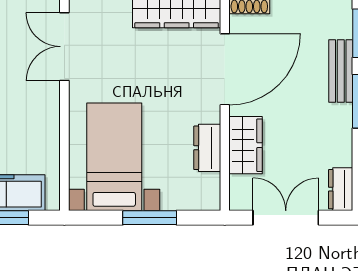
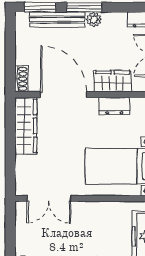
bench: (341, 71) -> (57, 20), width x1.36
plant: (341, 116) -> (94, 19), added

